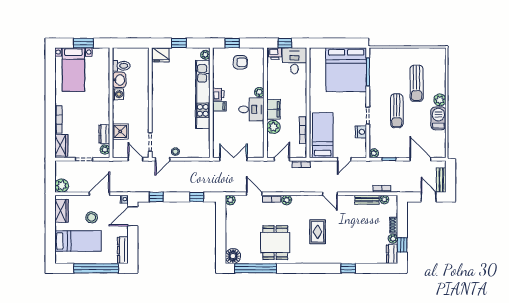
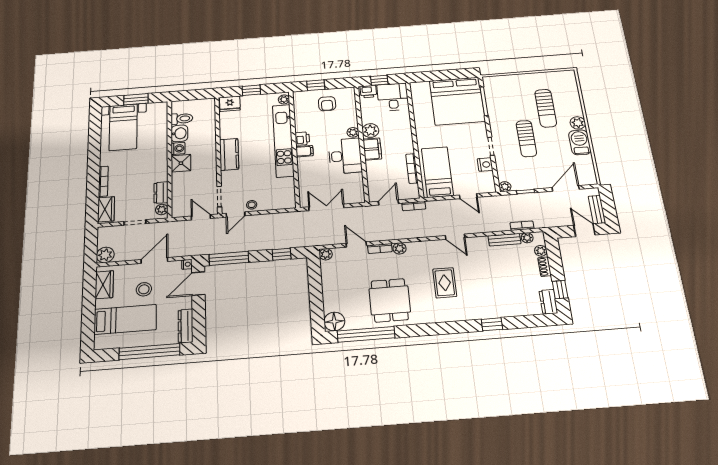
armchair: (240, 62) -> (327, 104), turned 90
kitchen counter: (159, 104) -> (229, 154), added
desk: (251, 109) -> (345, 156), width x1.37
plant: (273, 127) -> (370, 131), moved
shower: (120, 131) -> (181, 163), moved
door: (344, 159) -> (468, 196), hinge flipped
door: (420, 159) -> (566, 188), hinge flipped
window: (156, 197) -> (229, 258), width x2.17
plant: (393, 239) -> (541, 251), moved

